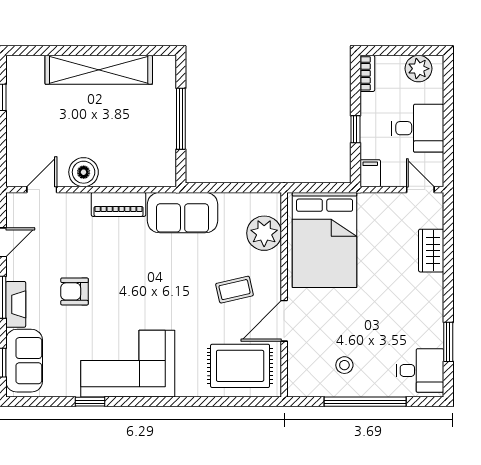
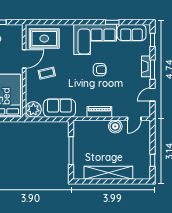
sofa: (183, 213) -> (59, 108), moved
plant: (264, 233) -> (33, 109), moved
armchair: (75, 291) -> (100, 70), moved
sofa: (24, 361) -> (132, 33), moved, turned -90

